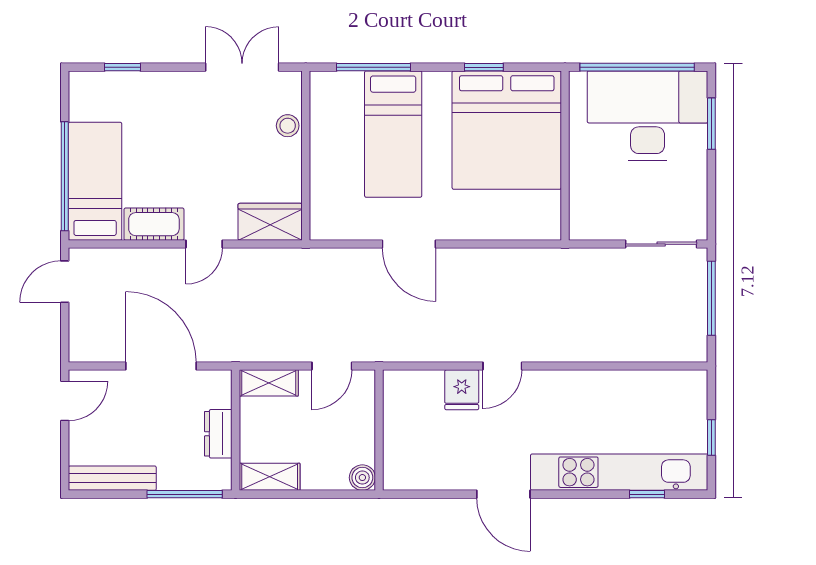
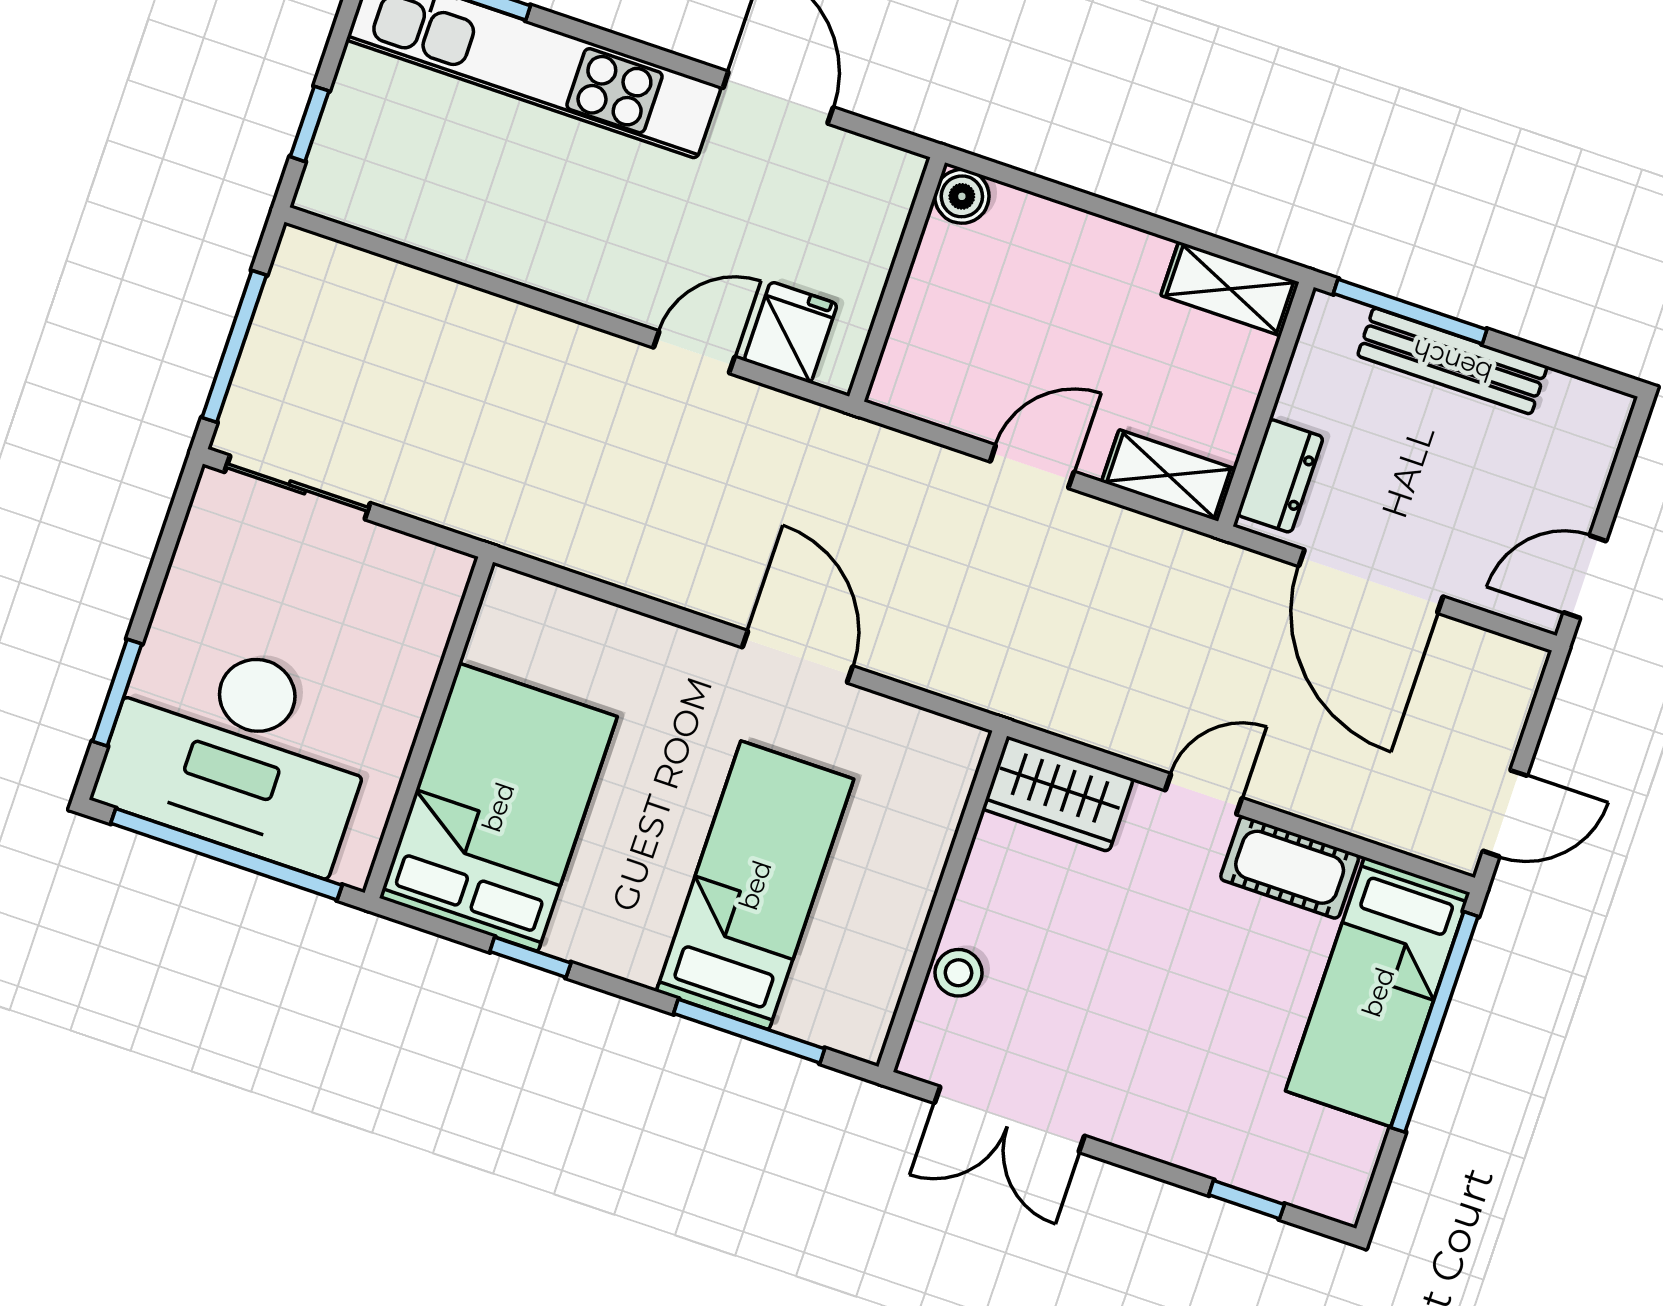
bed: (507, 130) -> (498, 807), width x0.73
wall: (379, 430) -> (897, 279), moved
dresser: (218, 434) -> (1280, 476), moved
window: (711, 438) -> (310, 124), moved
bench: (112, 478) -> (1452, 361), moved
boiler: (362, 478) -> (962, 196), moved

